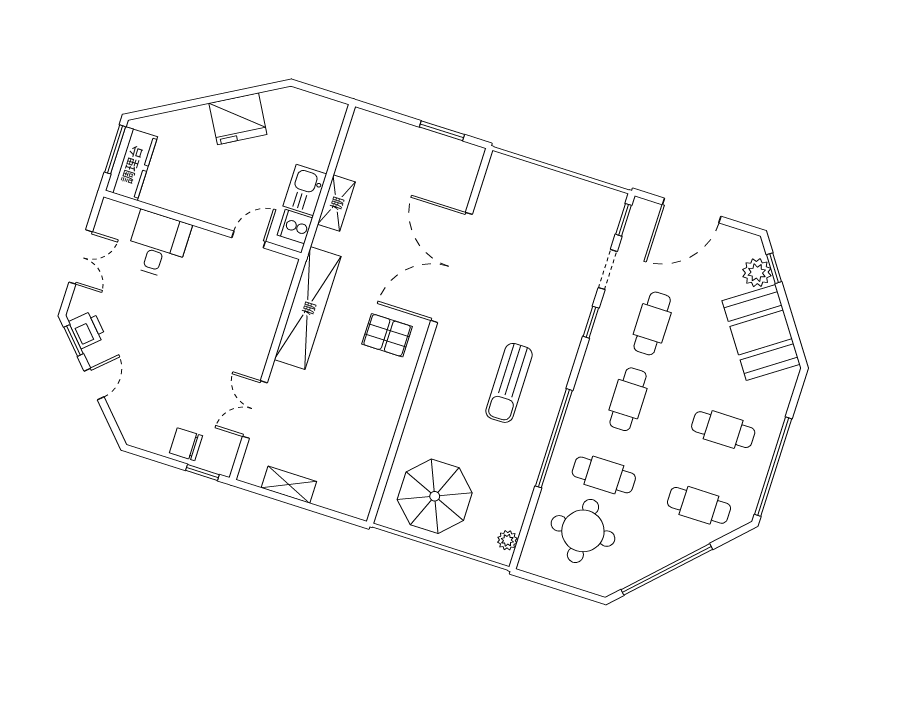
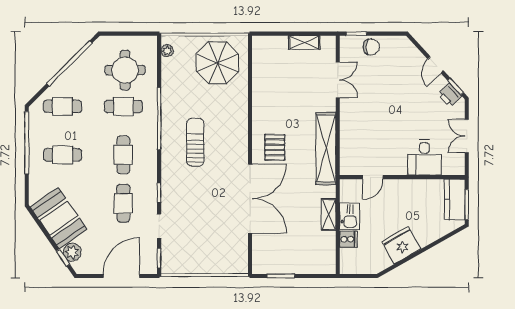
cooker: (295, 226) -> (348, 239), moved
pallet: (387, 335) -> (275, 147), turned 90

